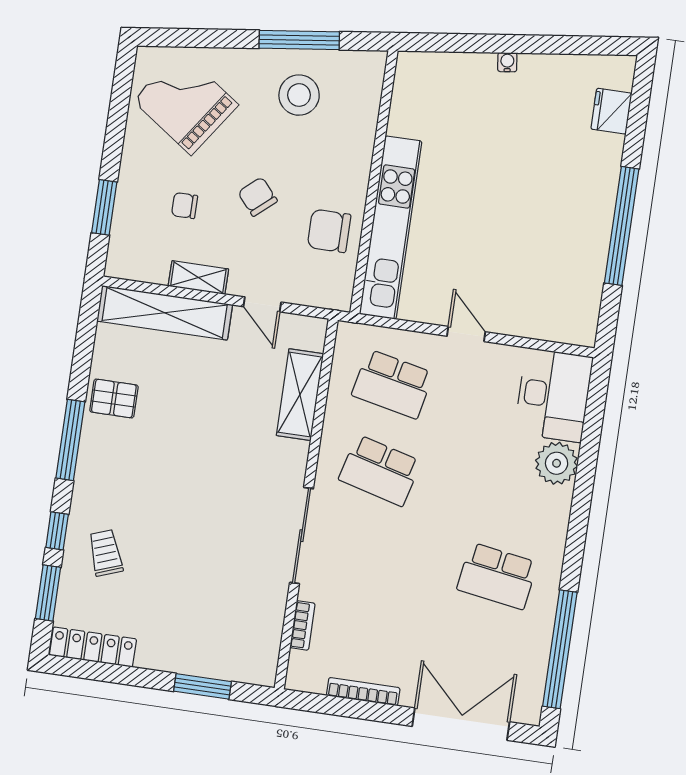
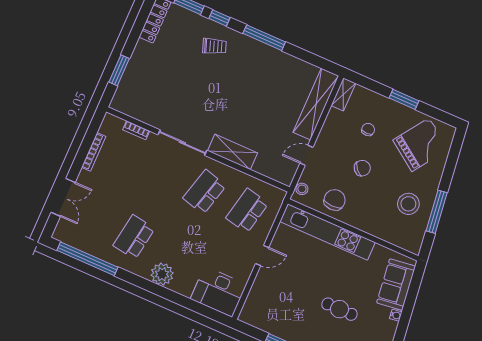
sofa: (452, 77) -> (396, 285), added
cafe table: (525, 167) -> (339, 309), added
window: (104, 207) -> (404, 99), moved
shelving: (198, 278) -> (343, 94), moved
stool: (326, 296) -> (302, 189), added
shelving: (300, 395) -> (233, 152), moved
pallet: (114, 399) -> (279, 66), removed
plant: (557, 463) -> (162, 274), moved
trolley: (106, 553) -> (214, 46), moved
double door: (461, 724) -> (63, 197), width x0.73

